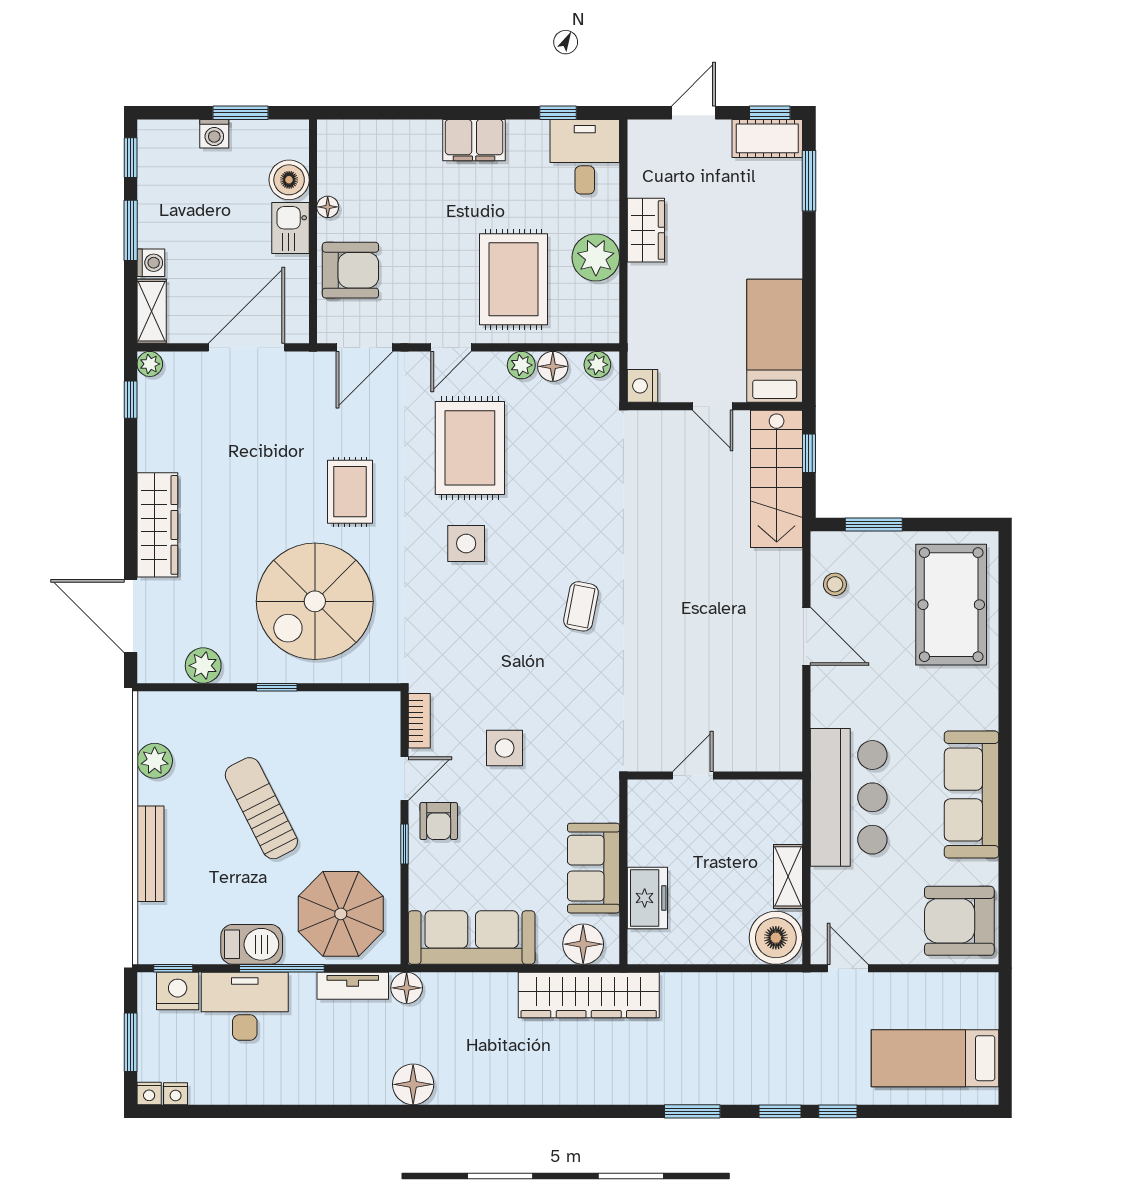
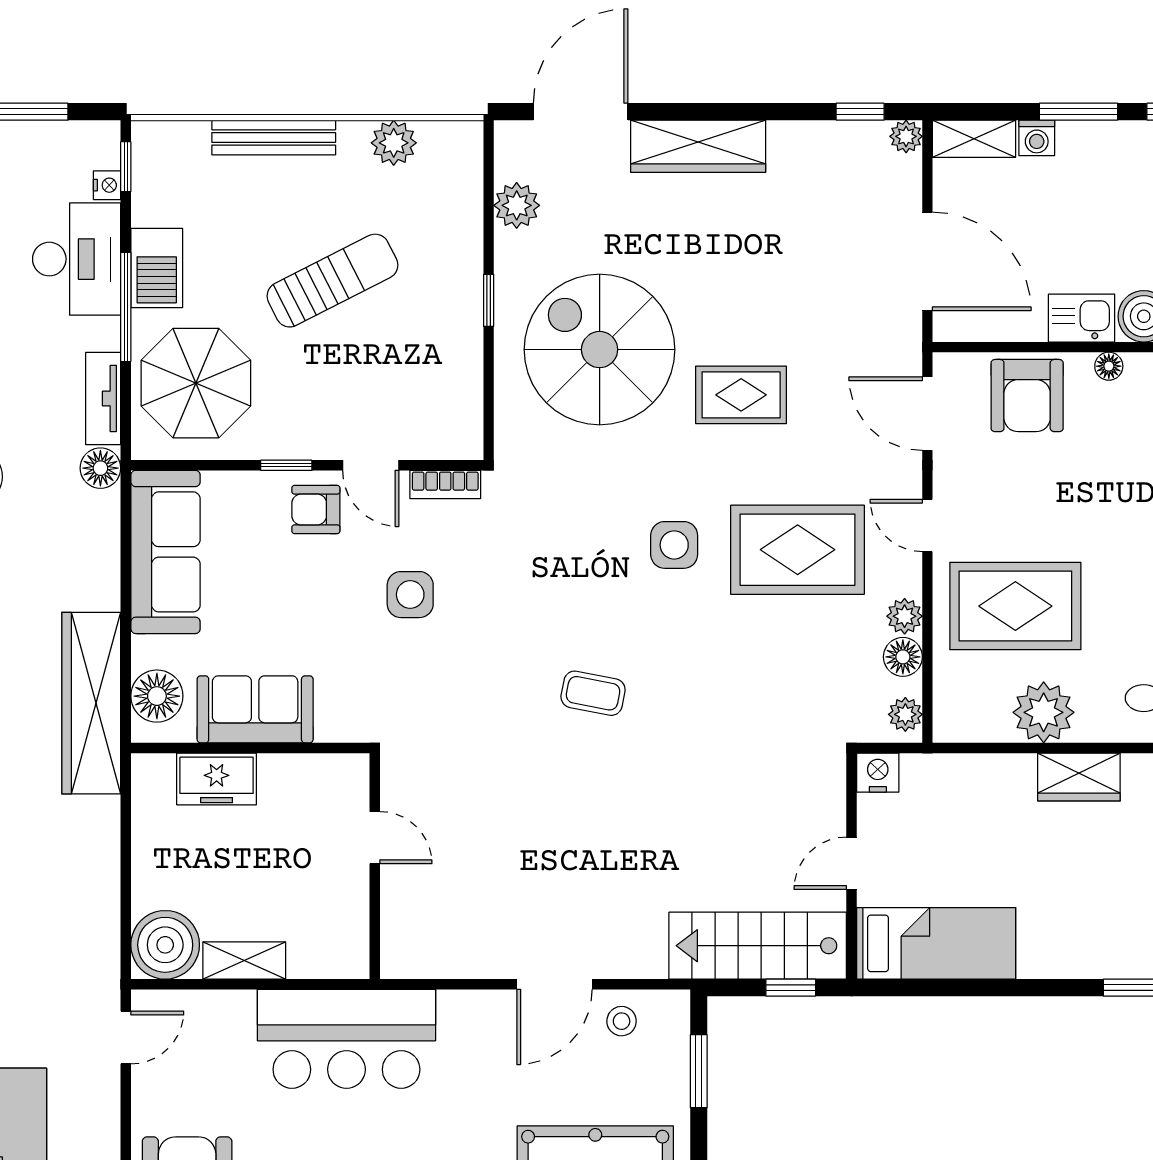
nightstand: (178, 991) -> (107, 185), width x0.53, depth x0.56

